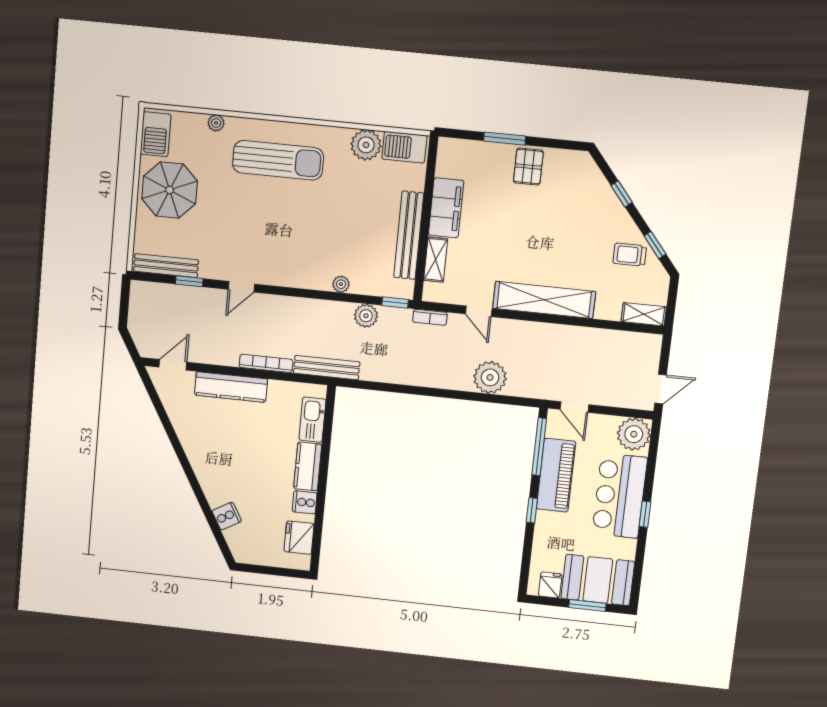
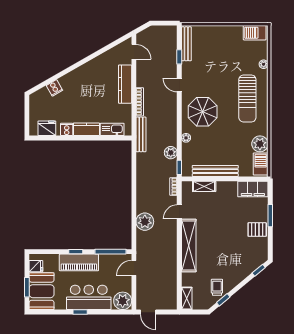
parasol: (170, 190) -> (203, 112), moved
window: (622, 194) -> (259, 270), moved
filing cabinet: (446, 208) -> (253, 189), moved
piano: (556, 475) -> (79, 262), moved

